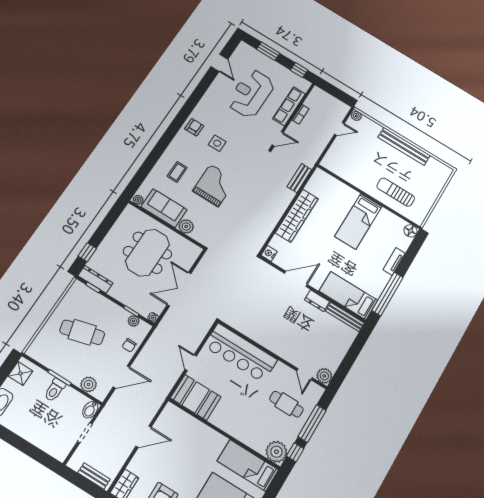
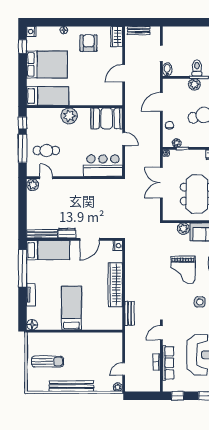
sun lounger: (396, 192) -> (48, 362), moved
double door: (179, 289) -> (161, 183), swing flipped
bar counter: (241, 353) -> (103, 166), width x0.73
plant: (89, 384) -> (194, 84), moved
plant: (276, 452) -> (69, 116), moved

